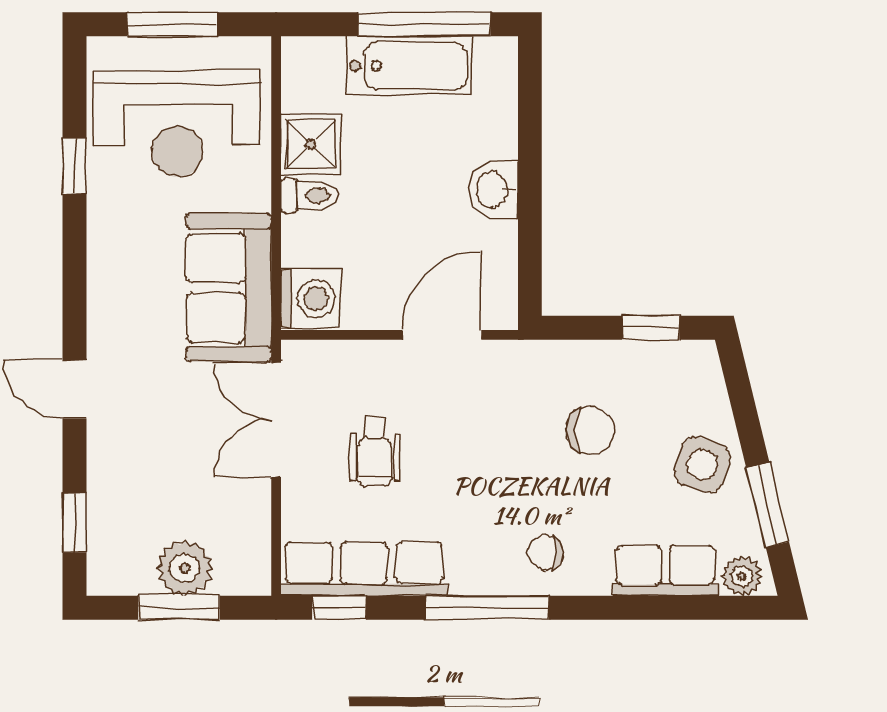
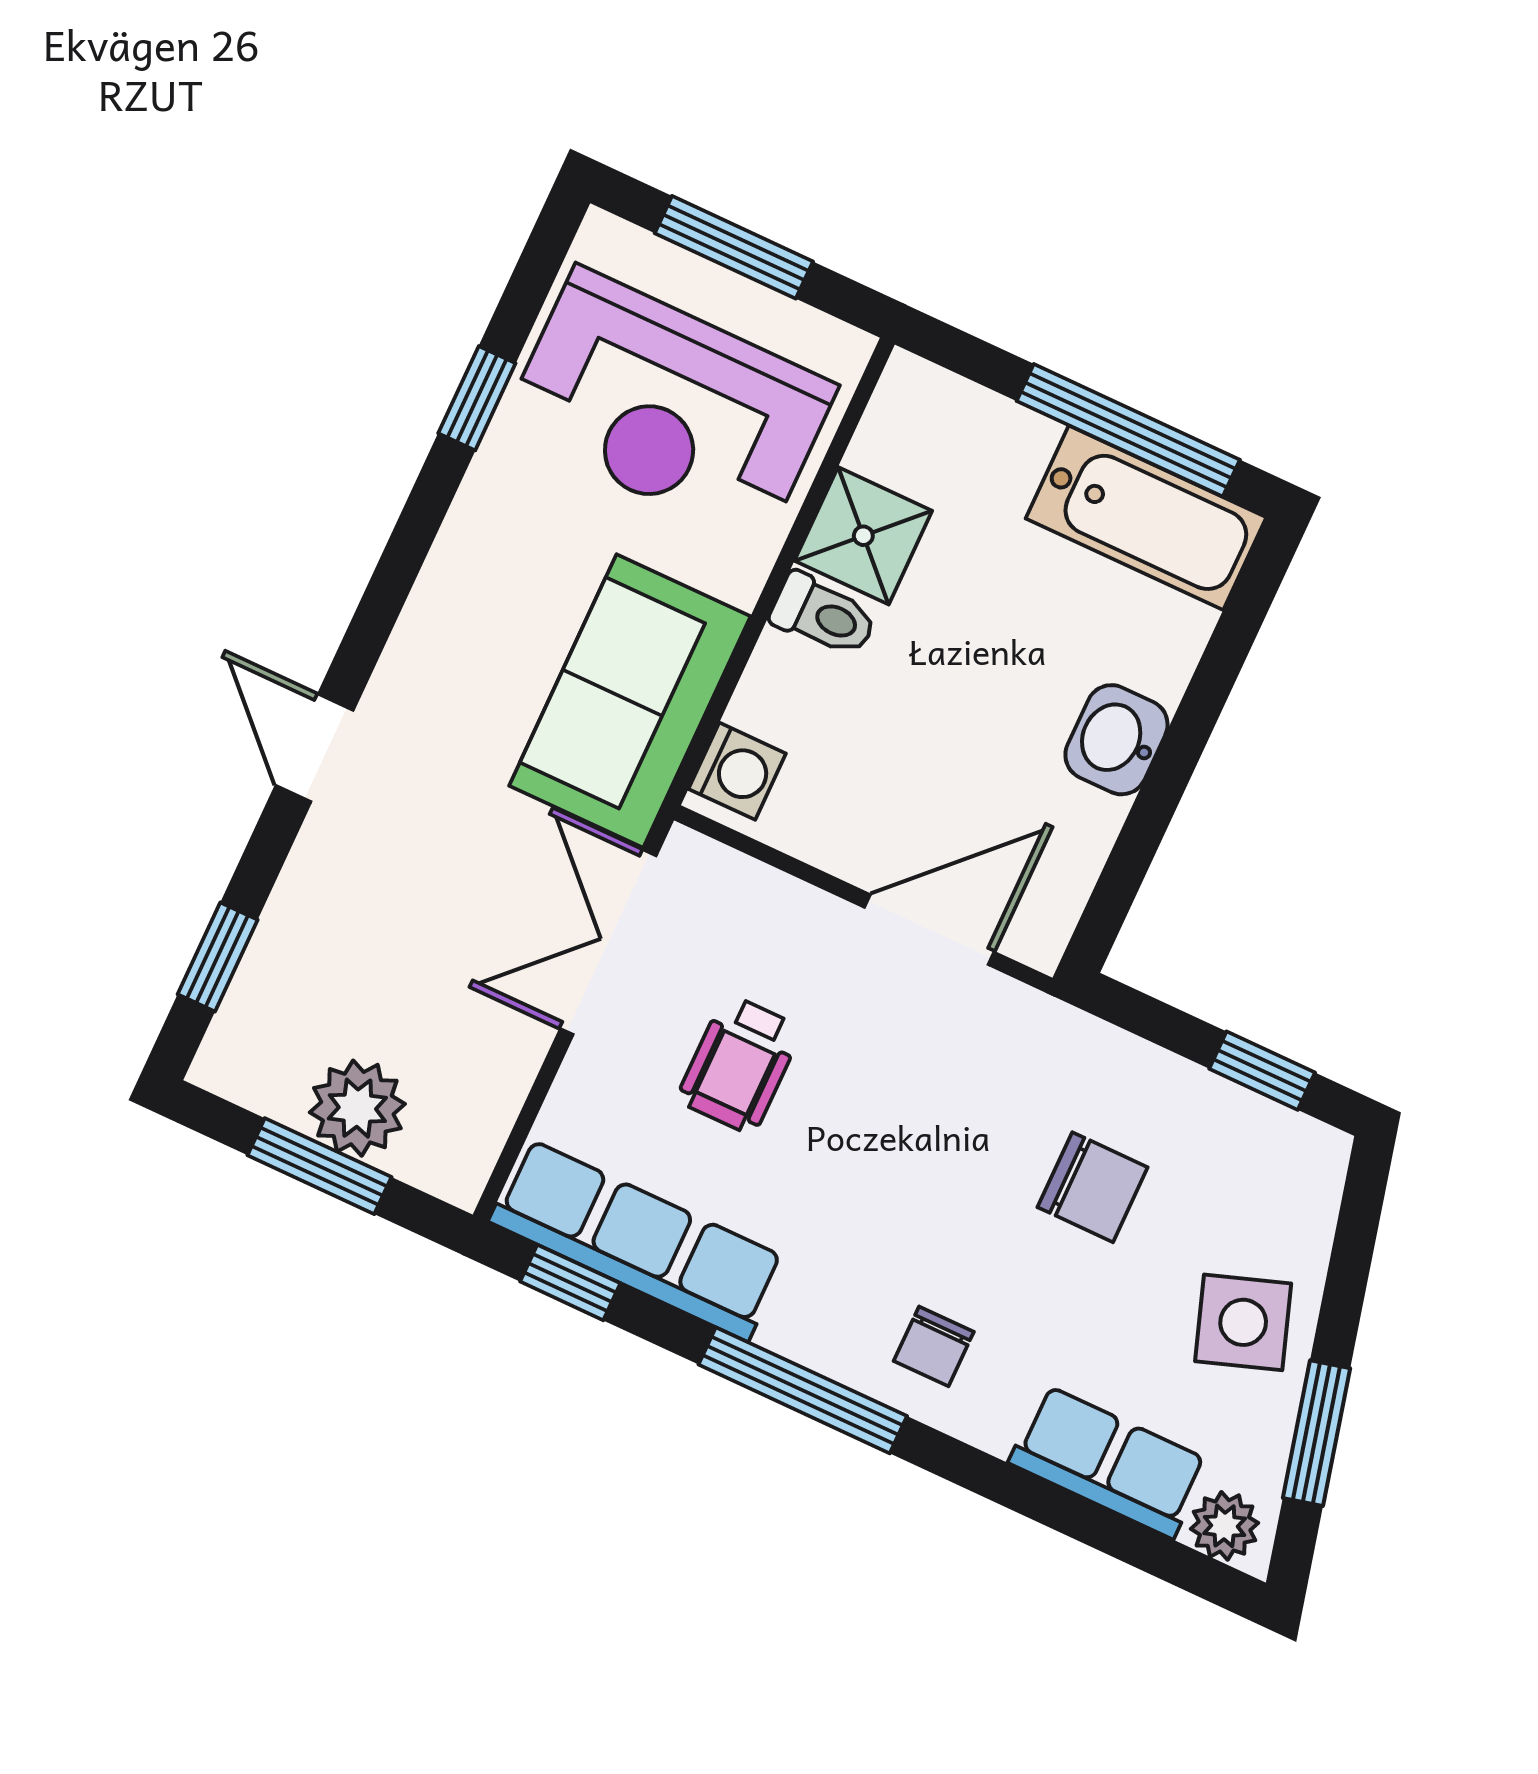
bathtub: (409, 66) -> (1146, 518), moved
washing machine: (310, 299) -> (737, 771), width x0.73, depth x0.73
side table: (702, 465) -> (1243, 1322), turned -37
chair: (545, 553) -> (934, 1346), turned -90

